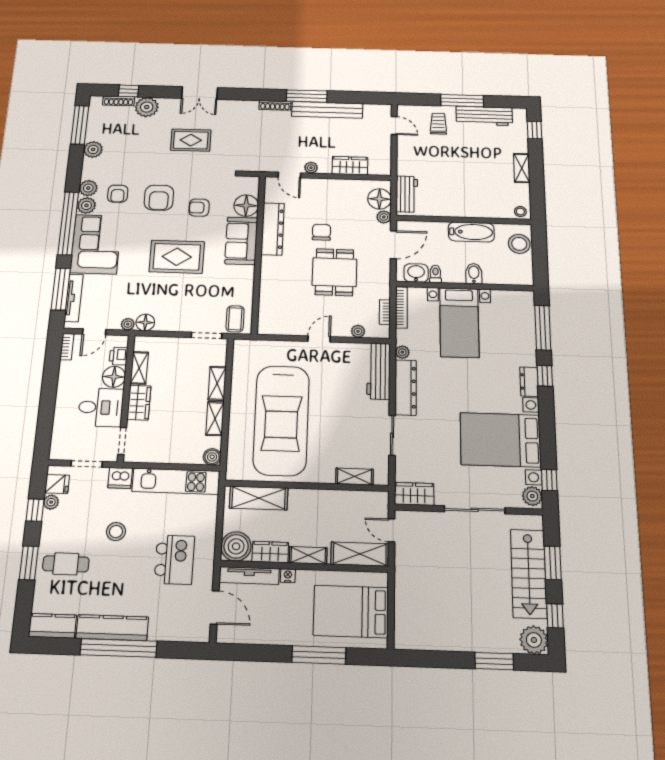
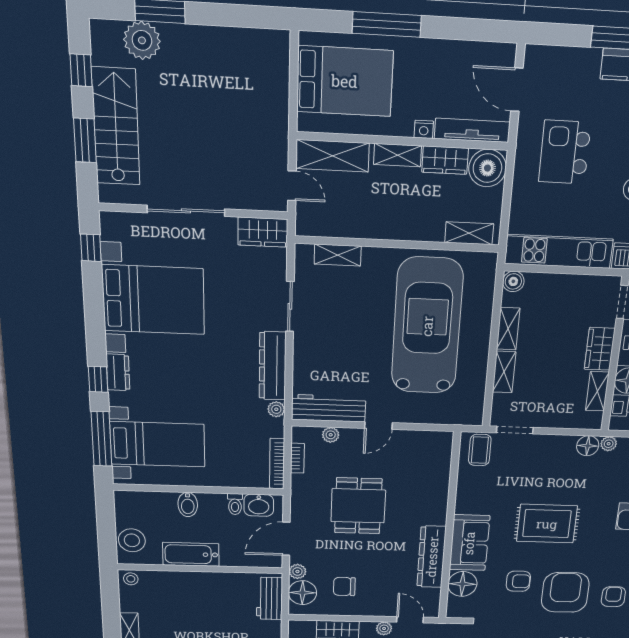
armchair: (159, 198) -> (565, 592), width x1.36, depth x1.36
chair: (321, 232) -> (344, 586), moved, turned 90
bed with nightstands: (459, 322) -> (158, 444), moved, turned 90
workbench: (379, 371) -> (329, 408), moved, turned -90
plant: (532, 496) -> (112, 228), removed
shelving: (259, 498) -> (469, 233), width x0.67, depth x0.75
plant: (534, 640) -> (142, 40), moved

